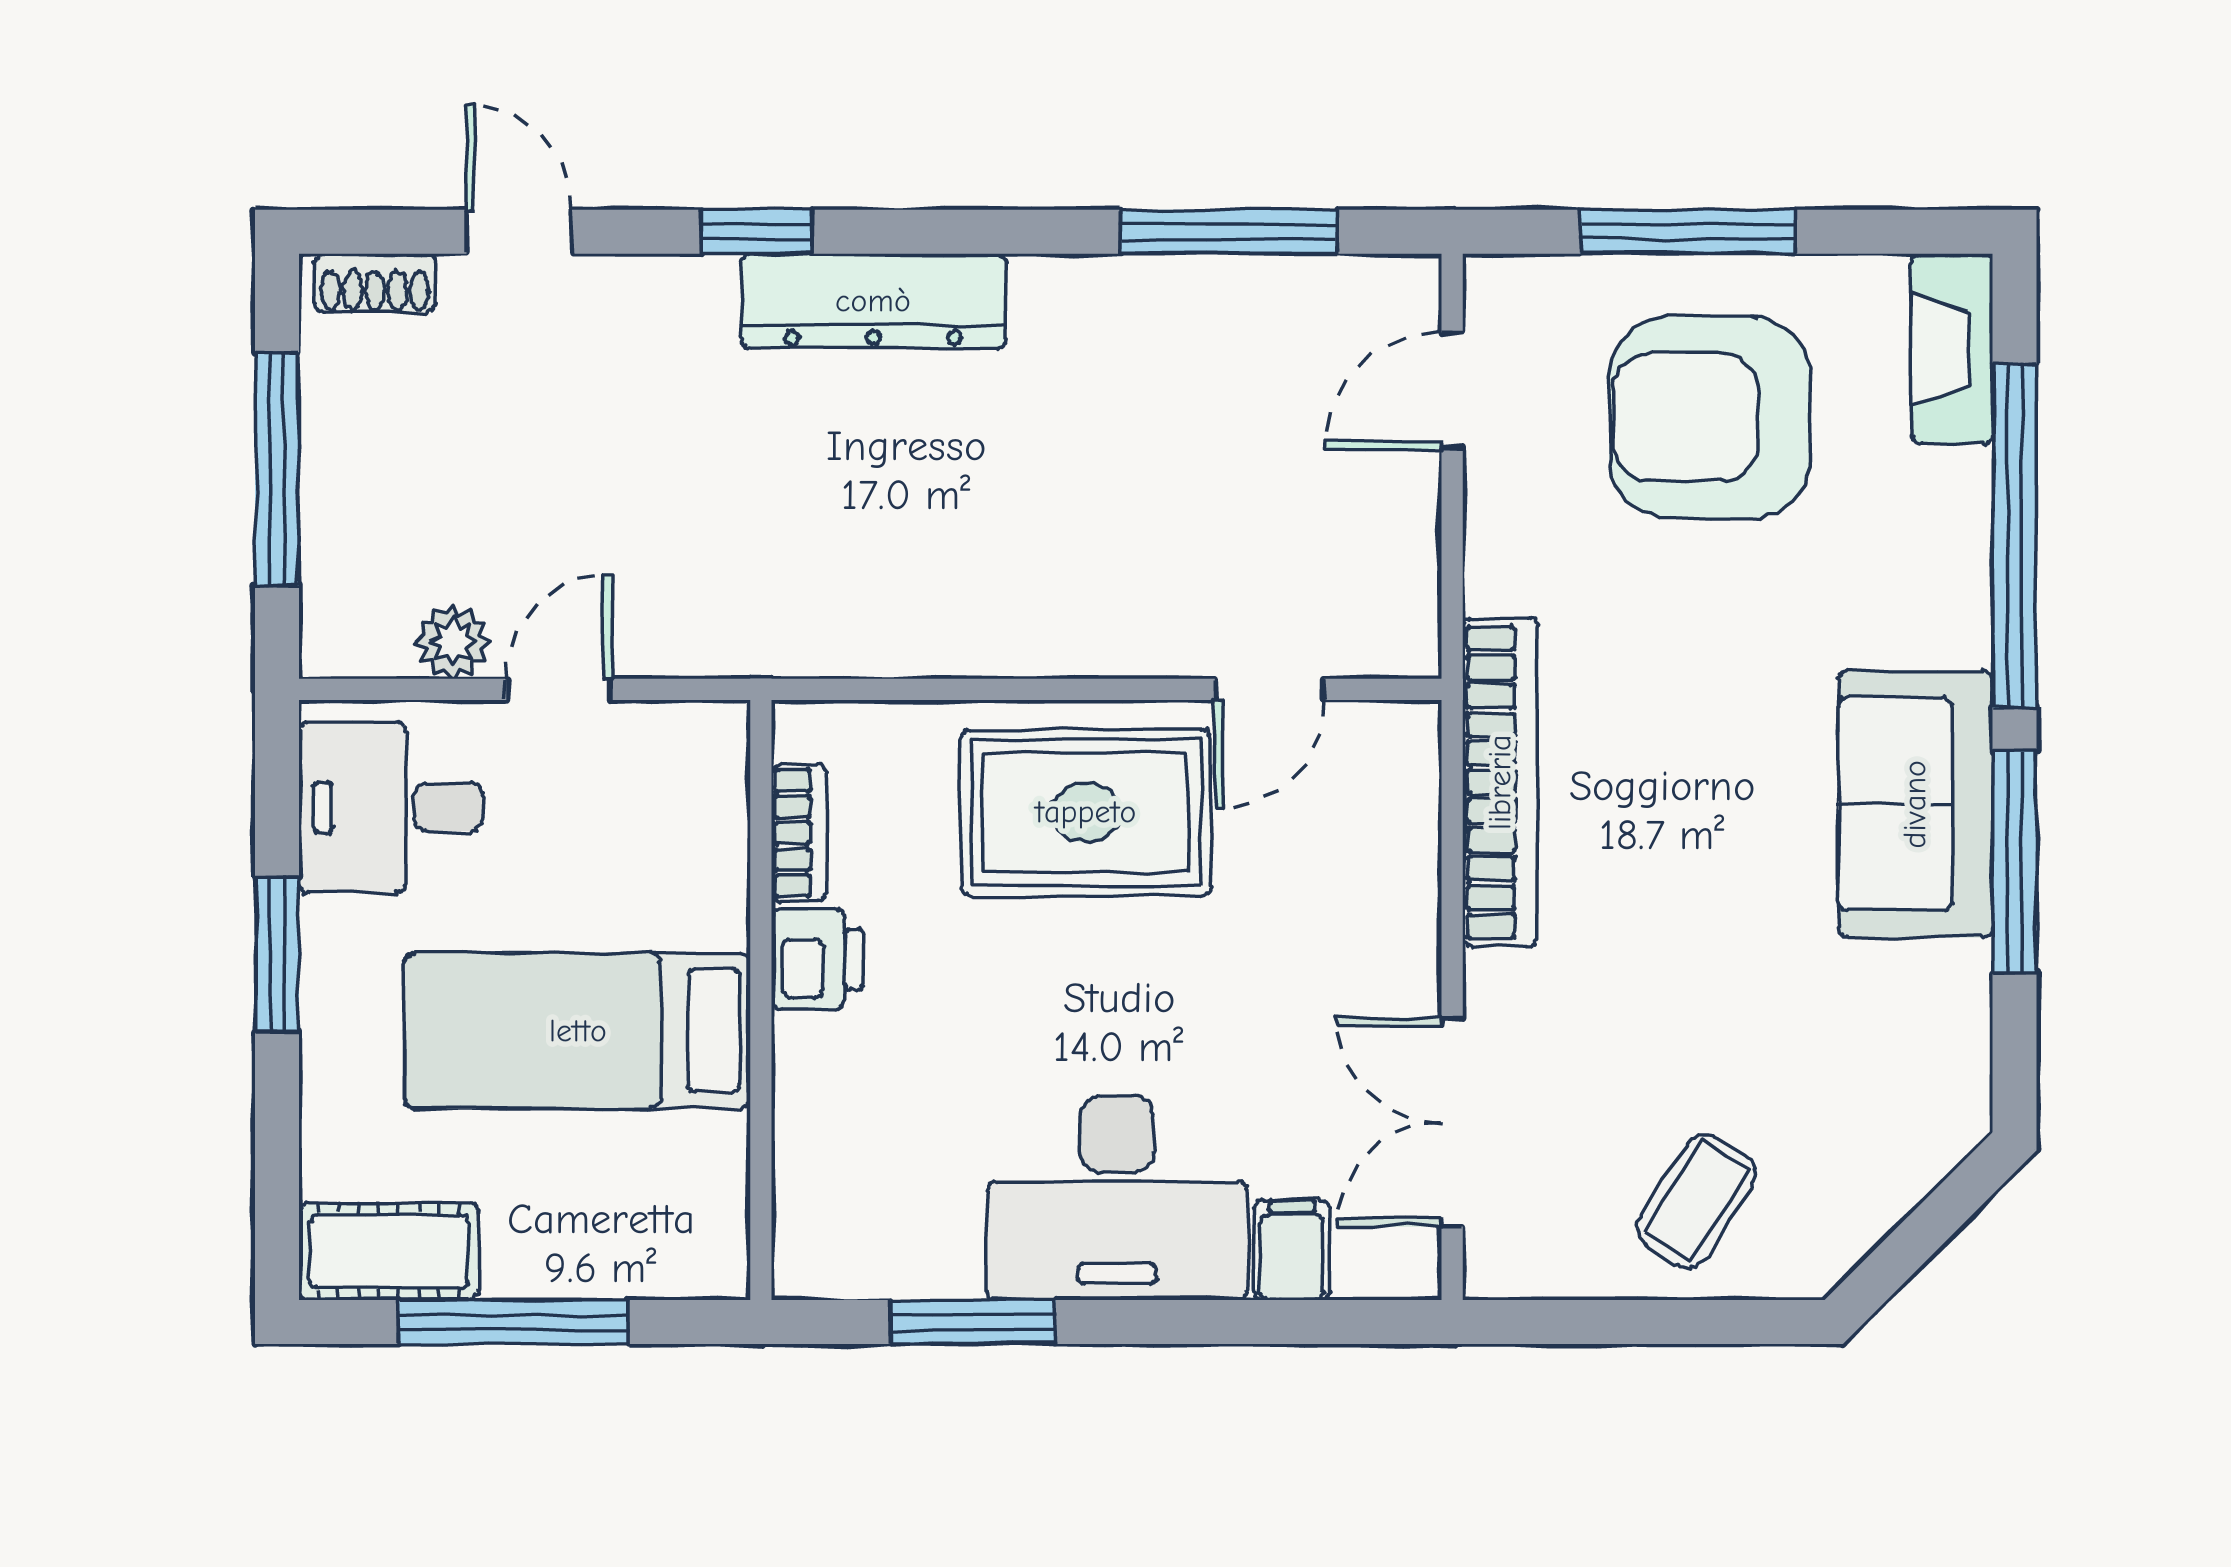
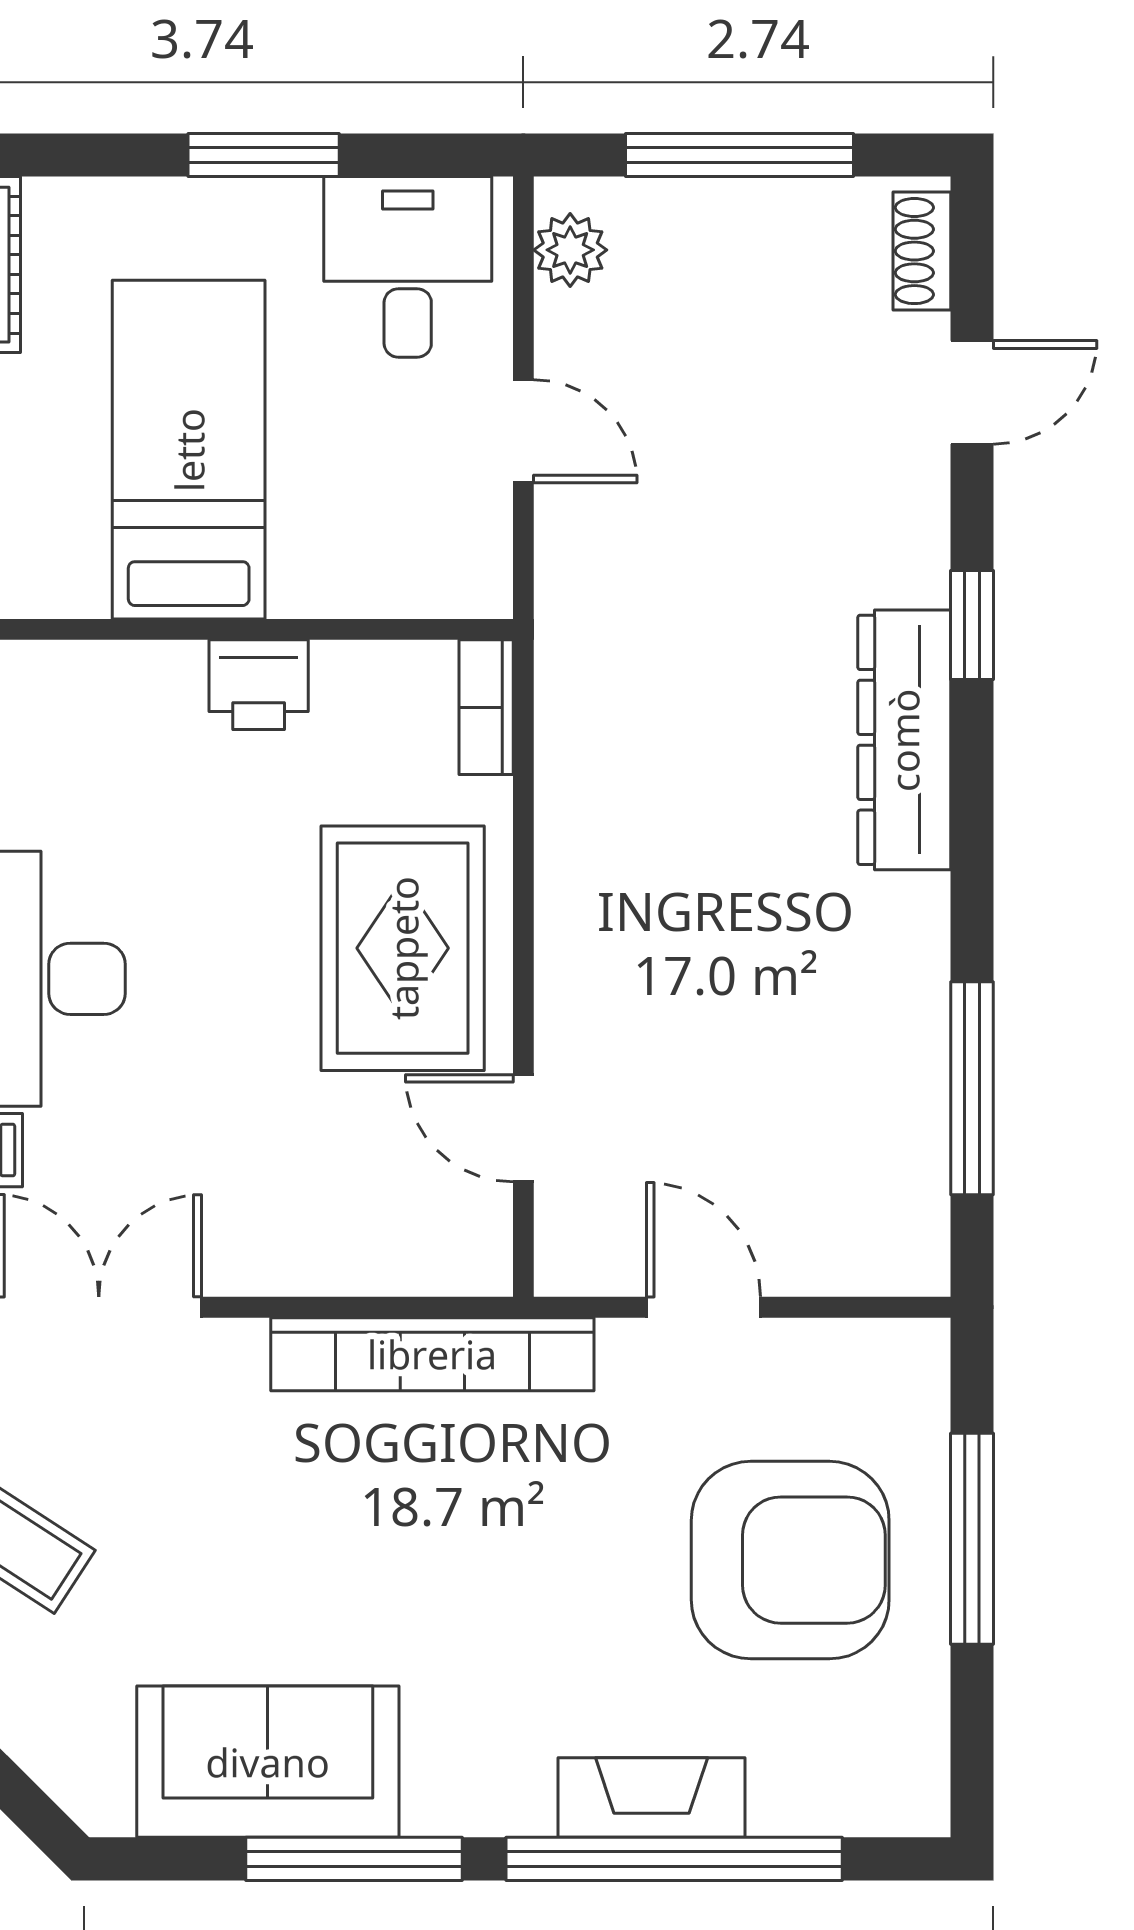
fireplace: (1952, 349) -> (652, 1798), moved
door: (1452, 391) -> (703, 1307), moved
armchair: (1710, 417) -> (790, 1560), turned 90
plant: (453, 642) -> (570, 250), moved
sofa: (1915, 804) -> (268, 1762), moved
bookcase: (799, 833) -> (486, 707), moved, turned 90

